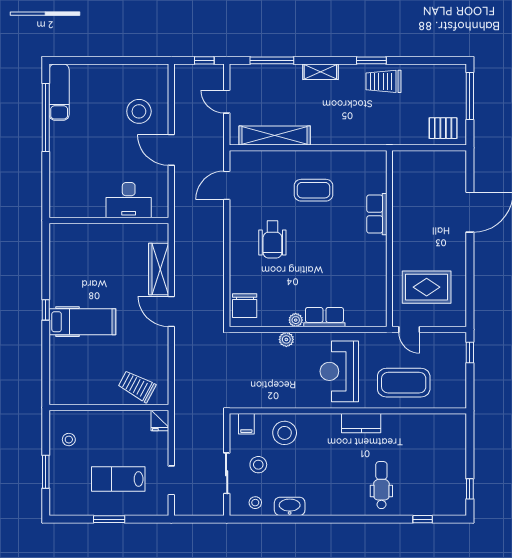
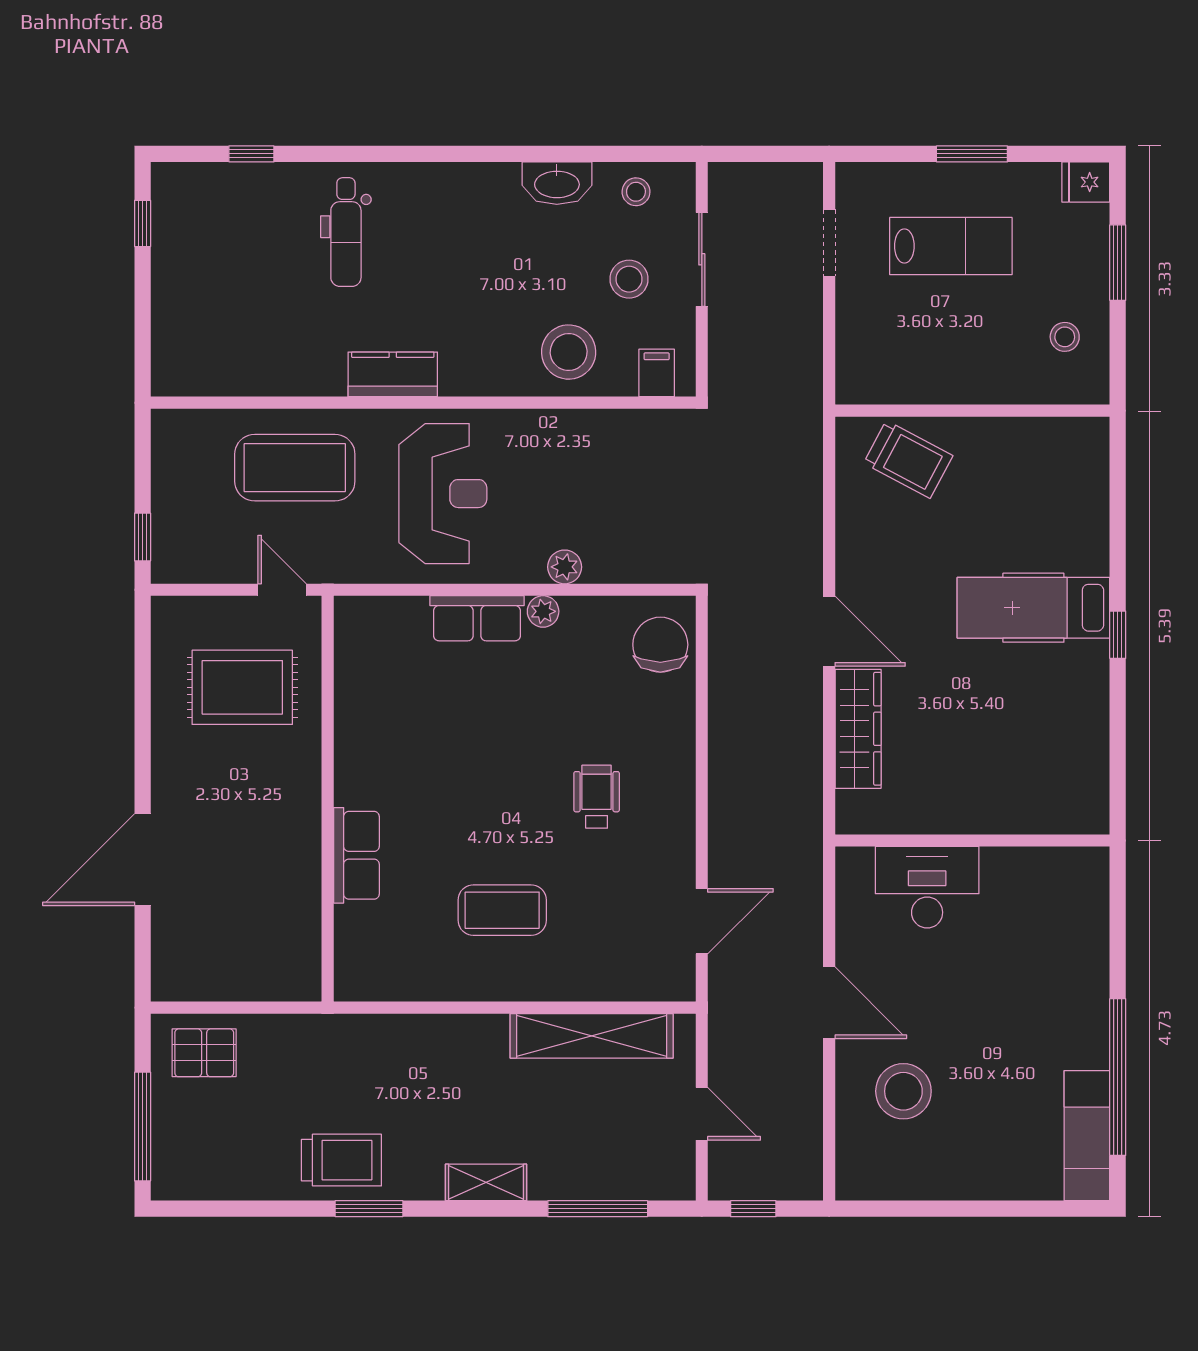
wheelchair: (272, 240) -> (597, 797), width x0.73, depth x0.73
fridge: (160, 420) -> (1086, 182), moved, turned -90

